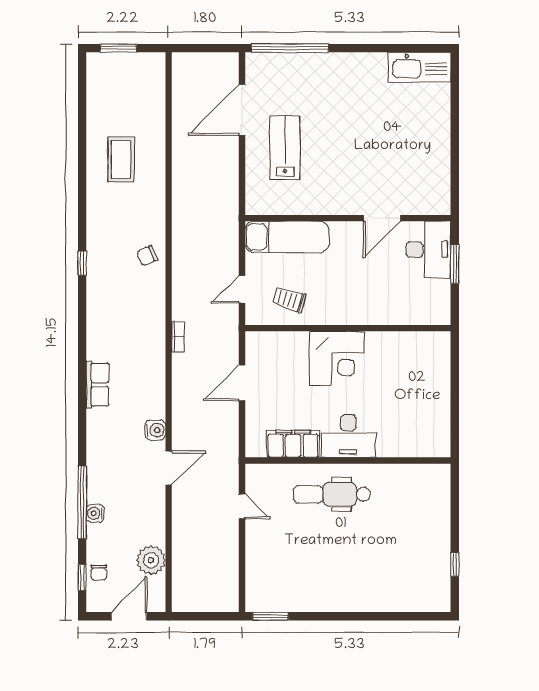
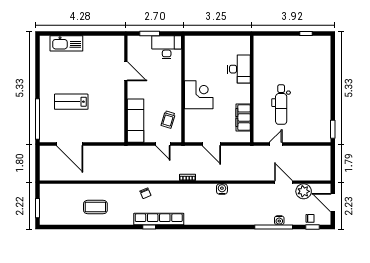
kitchen sink: (419, 67) -> (66, 43), moved, turned 90
lab bench: (285, 147) -> (71, 102), moved
desk: (428, 250) -> (167, 47), moved
row of seats: (98, 385) -> (159, 219), moved, width x2.02
water cooler: (155, 430) -> (222, 189), moved
desk: (348, 436) -> (239, 69), moved
door: (169, 468) -> (283, 182), moved
dental chair: (332, 494) -> (281, 105), moved

